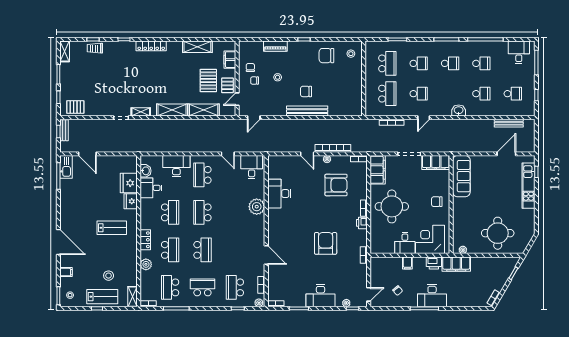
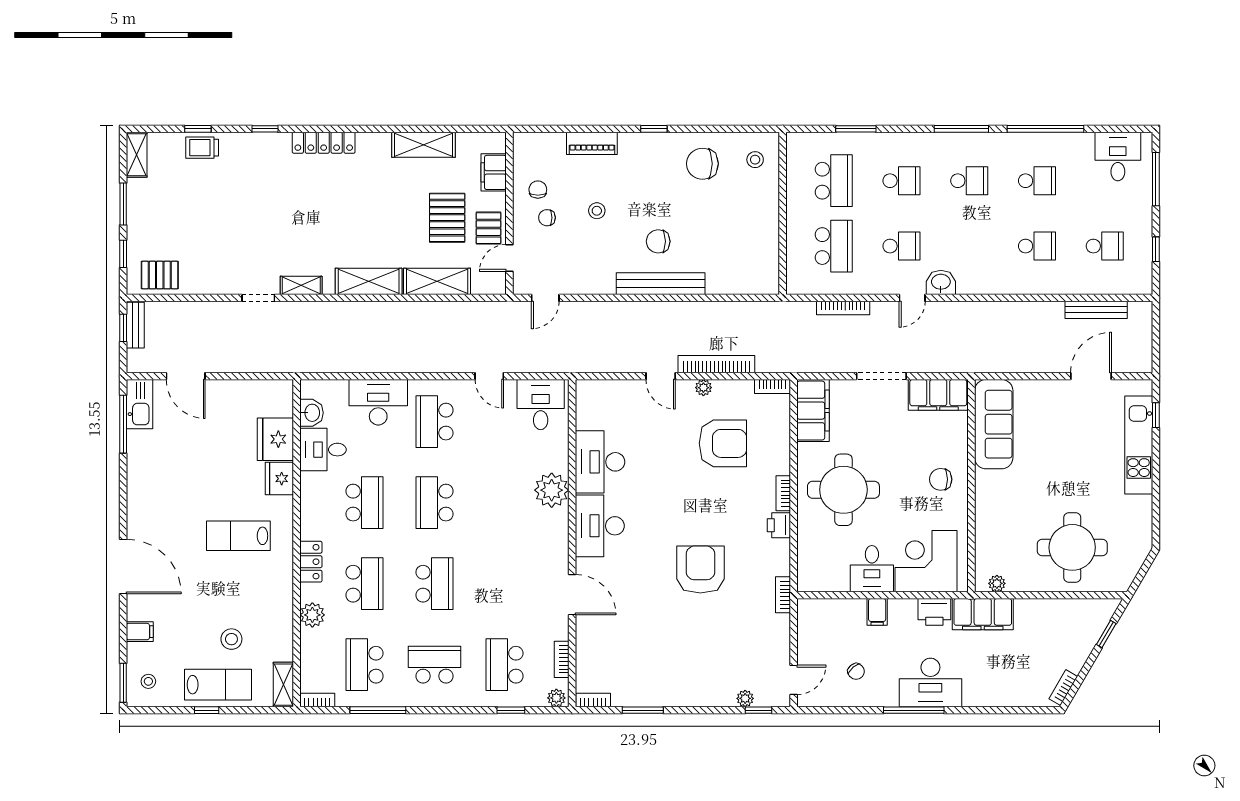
washbasin: (459, 111) -> (941, 282), moved
lab bench: (112, 228) -> (238, 536), turned 180
desk: (320, 296) -> (600, 526), moved, turned 90

